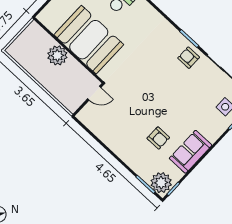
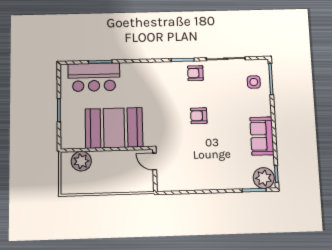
plant: (57, 55) -> (81, 161), moved
door: (94, 93) -> (155, 161), swing flipped
armchair: (158, 138) -> (199, 116), moved, turned 180

